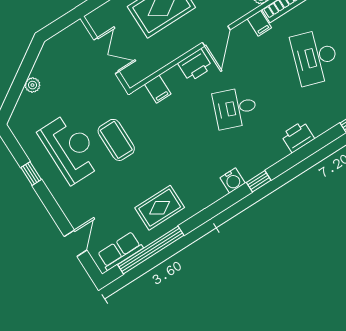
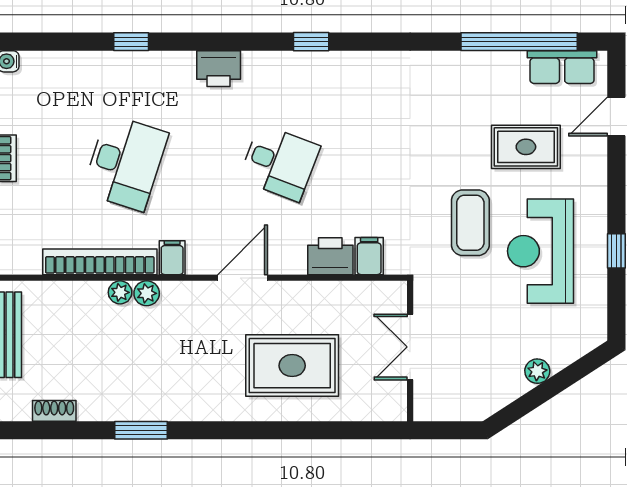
printer: (195, 65) -> (330, 256), moved
water cooler: (233, 180) -> (346, 66), removed
rug: (160, 208) -> (526, 147), moved

